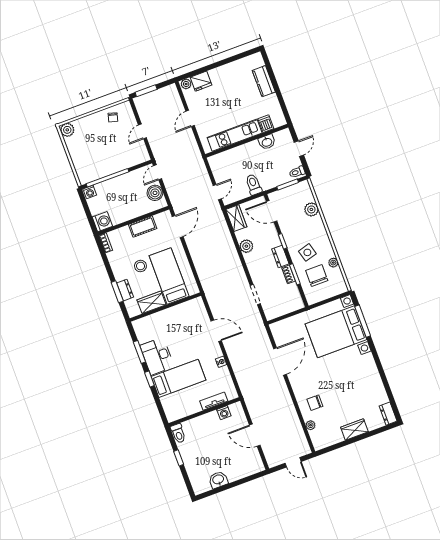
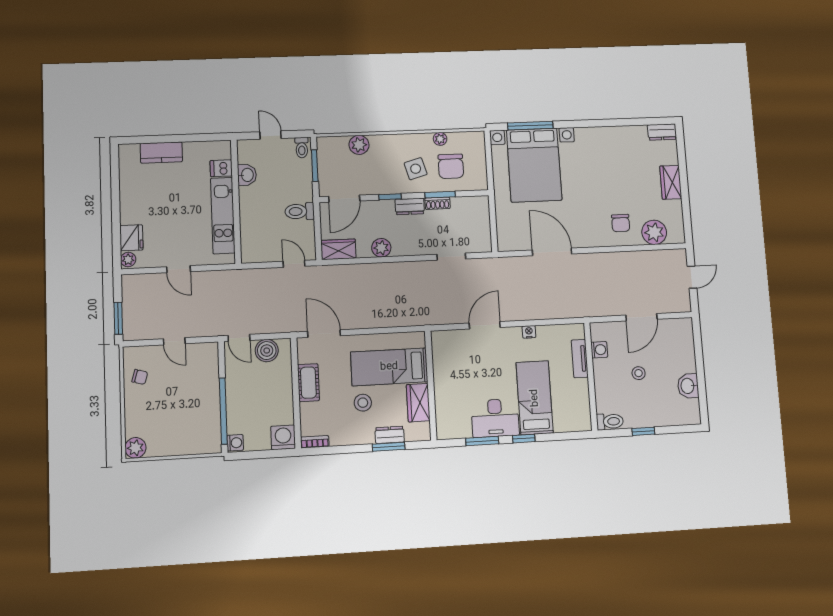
chair: (317, 276) -> (451, 166), turned -90
plant: (311, 425) -> (654, 232), width x1.87, depth x1.87
stool: (216, 444) -> (639, 373), added

